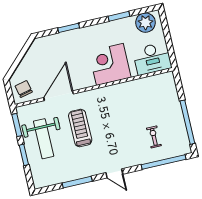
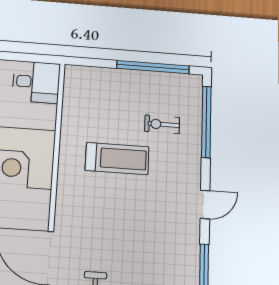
desk: (152, 59) -> (36, 82), width x0.73
treadmill: (80, 128) -> (117, 159), moved, turned 180

